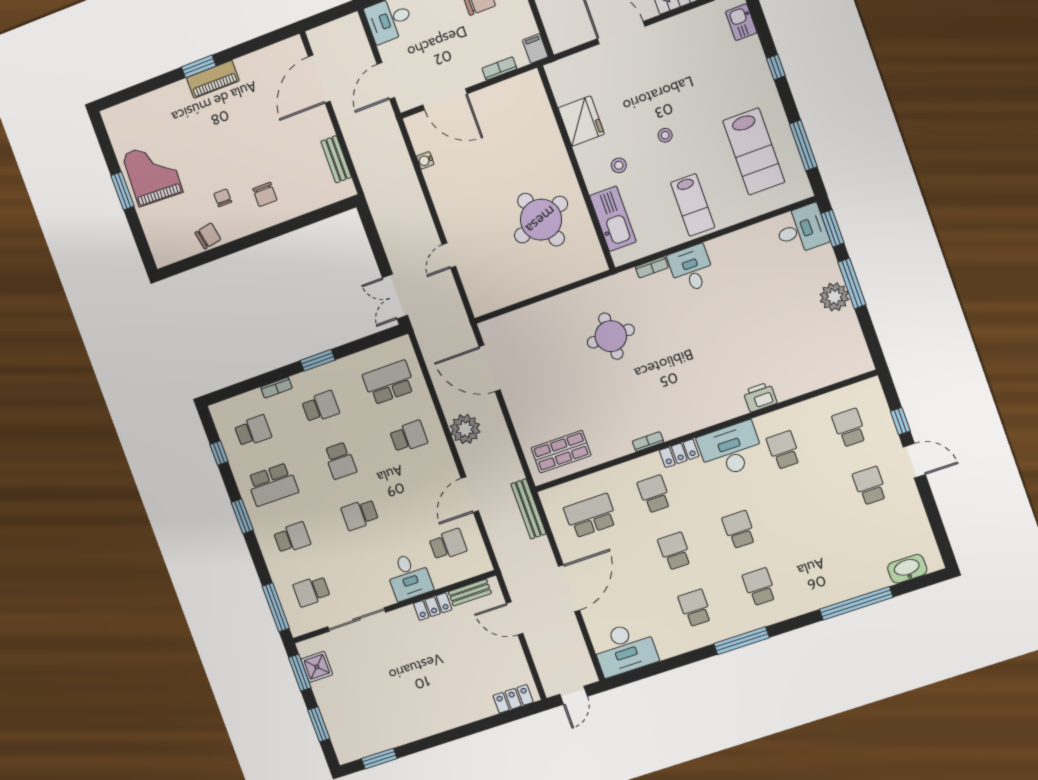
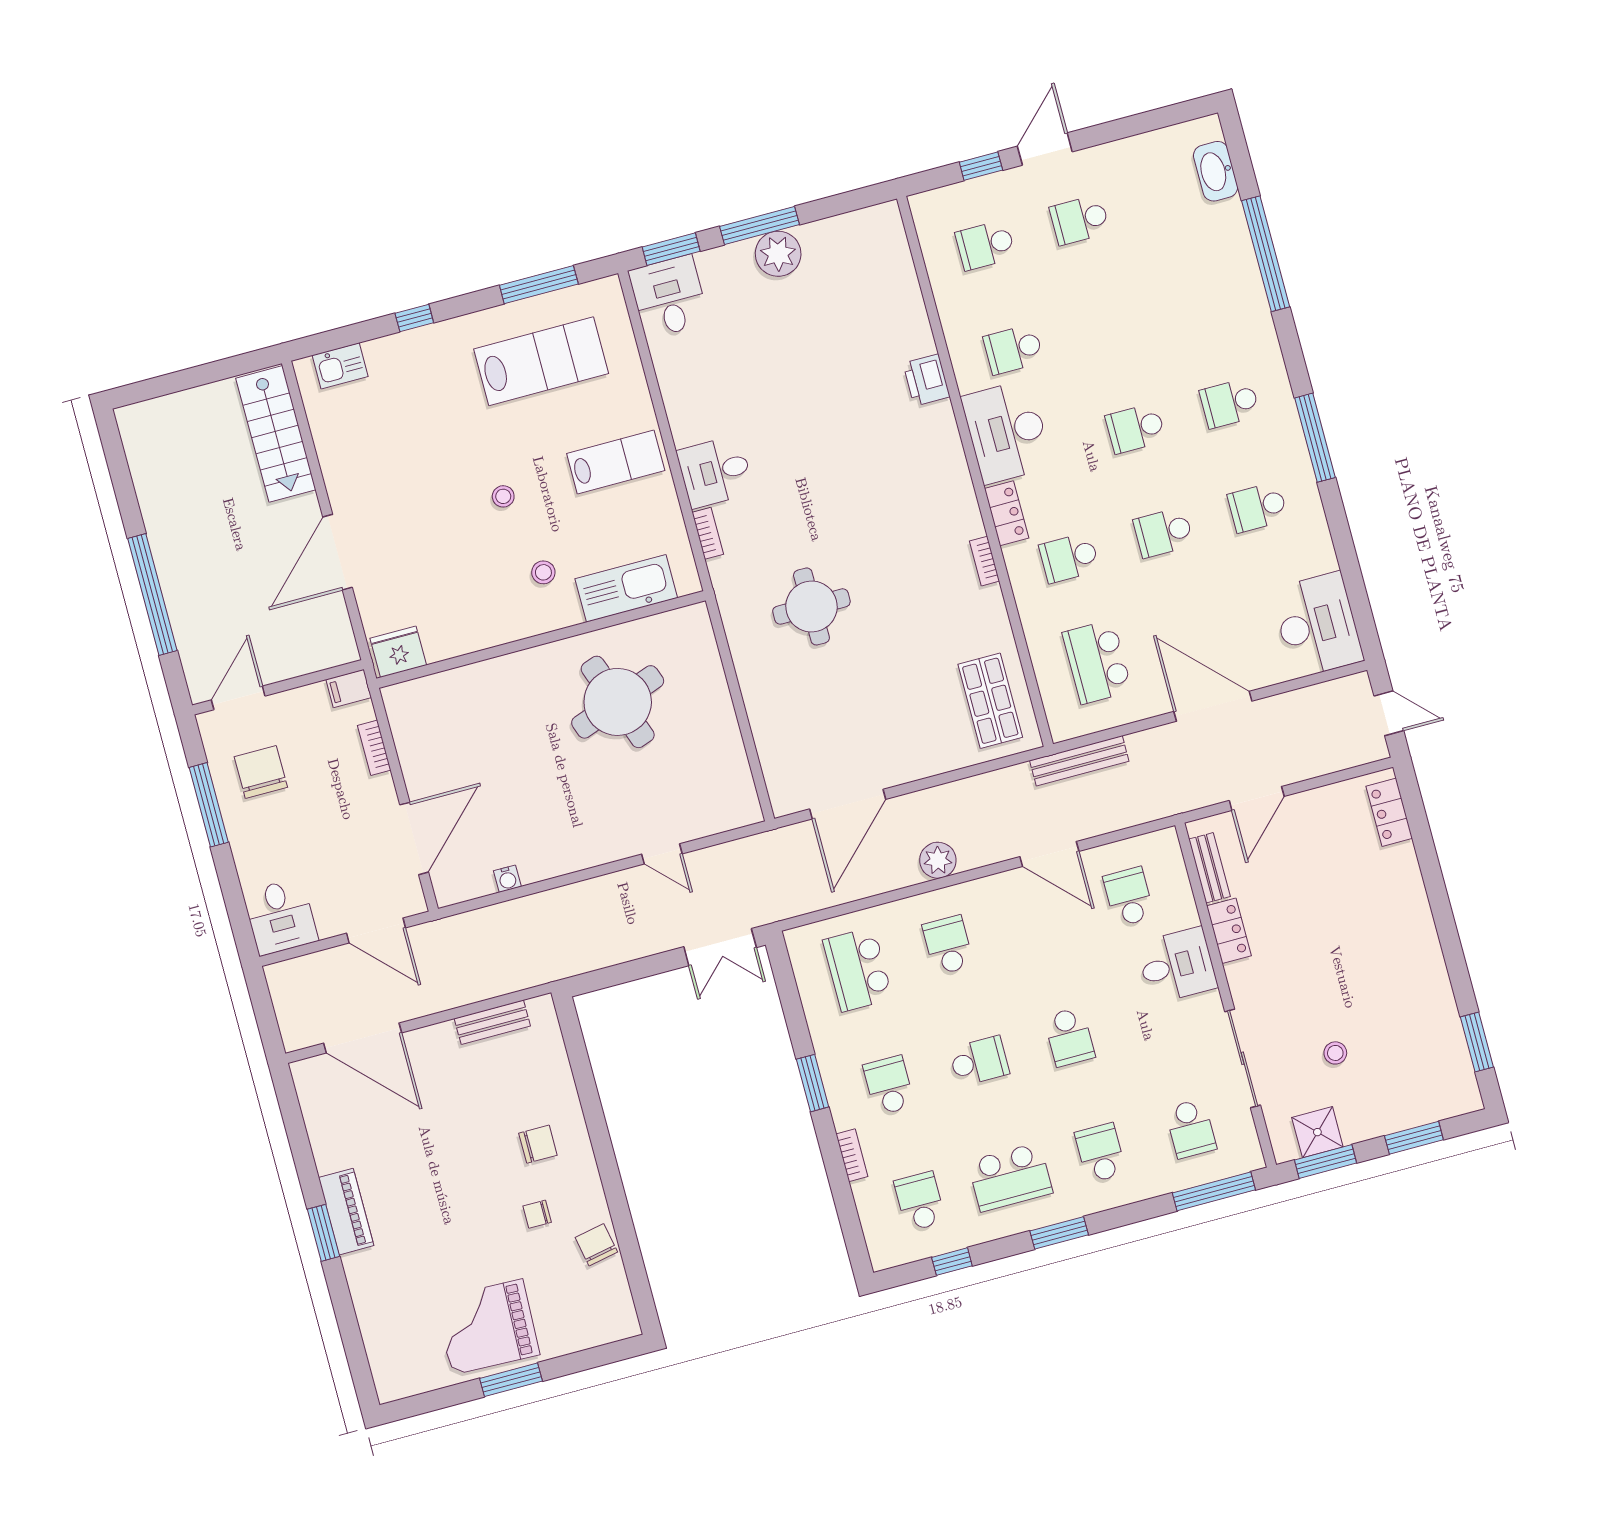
fridge: (581, 121) -> (398, 652), moved, width x0.73, depth x0.75
plant: (465, 429) -> (938, 860), width x0.73, depth x0.73
school desk: (273, 484) -> (1010, 1177), turned 90
stool: (365, 675) -> (1335, 1053), added

